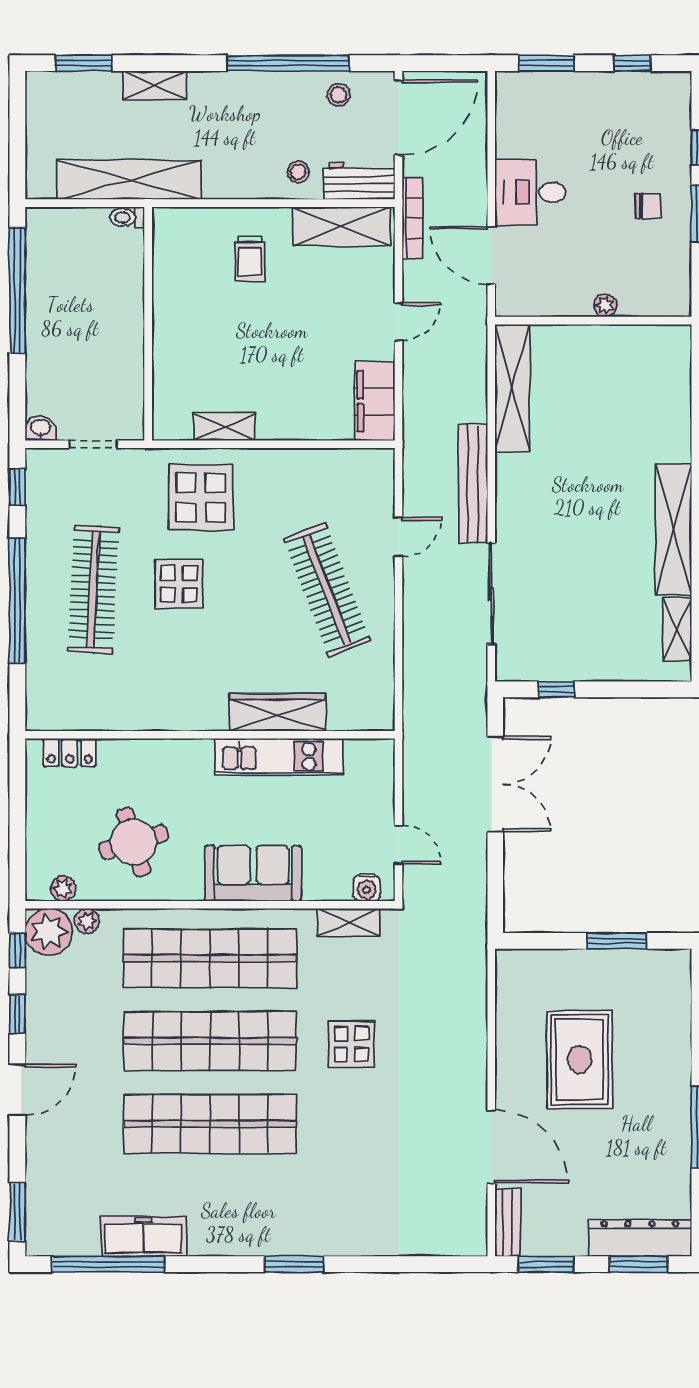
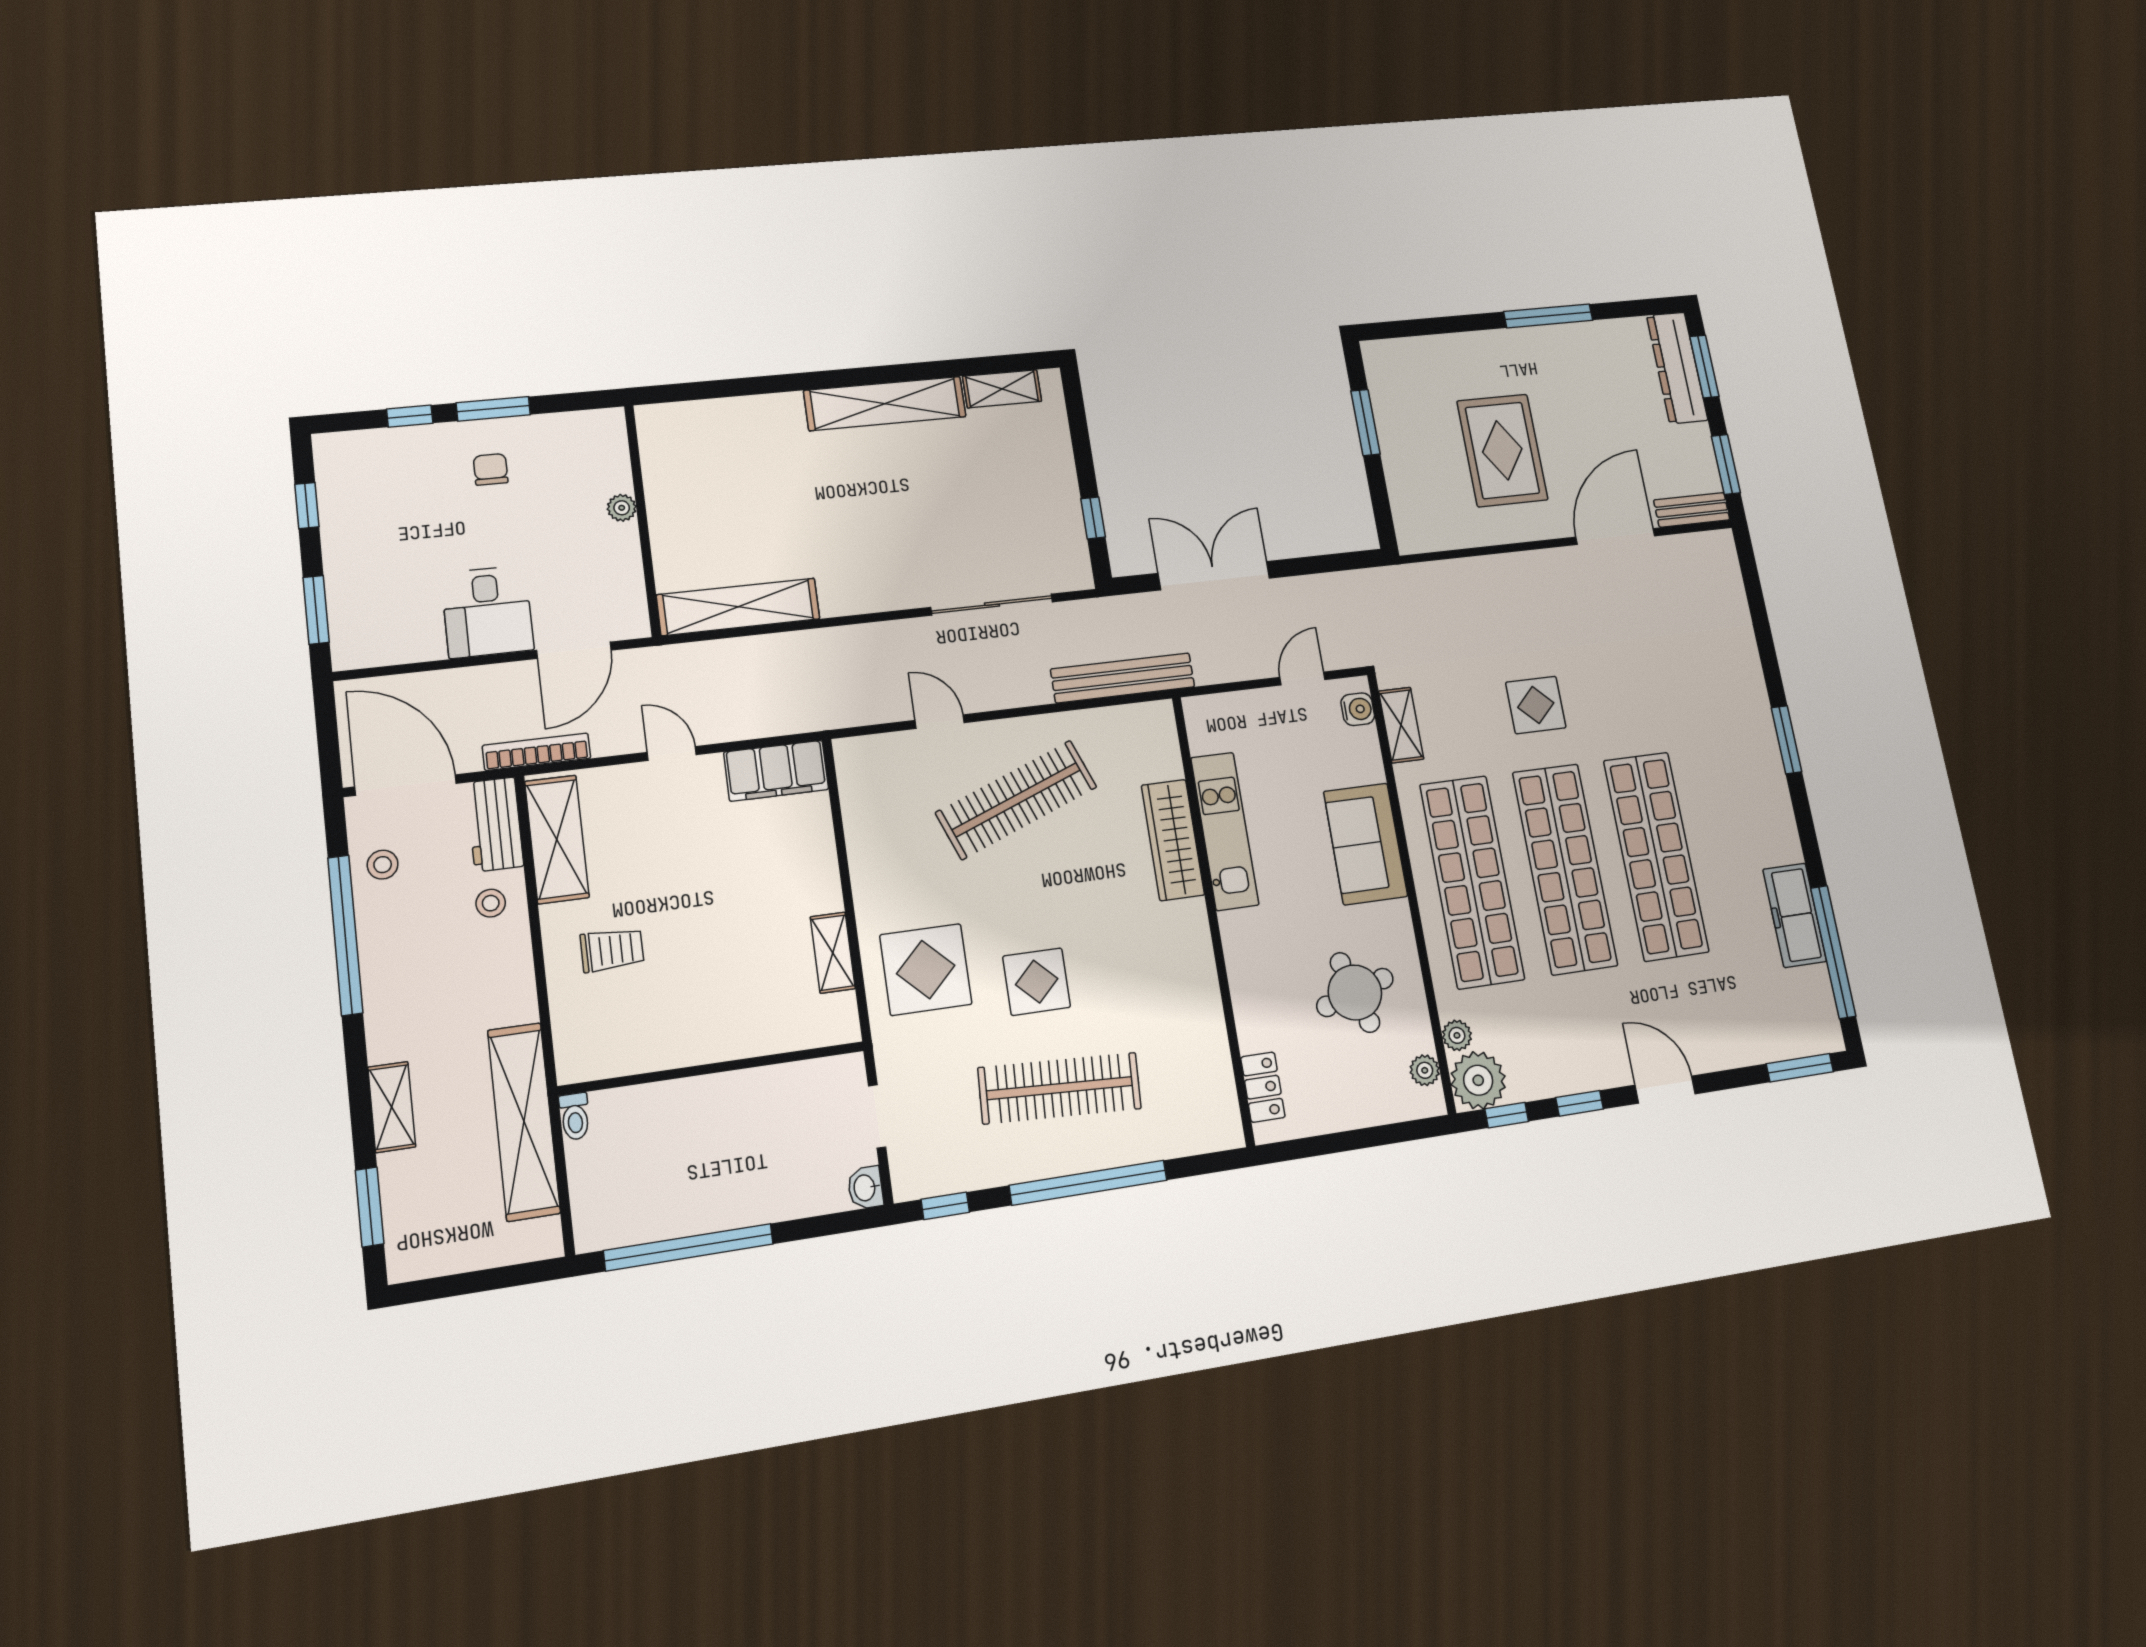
bench: (473, 484) -> (1123, 678), moved
rug: (579, 1060) -> (1502, 450), turned 90

